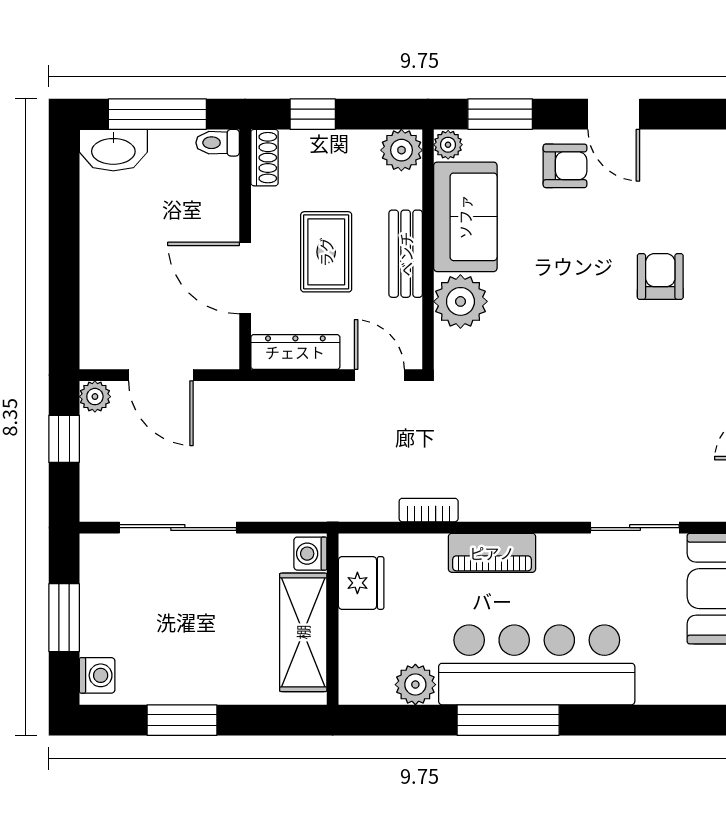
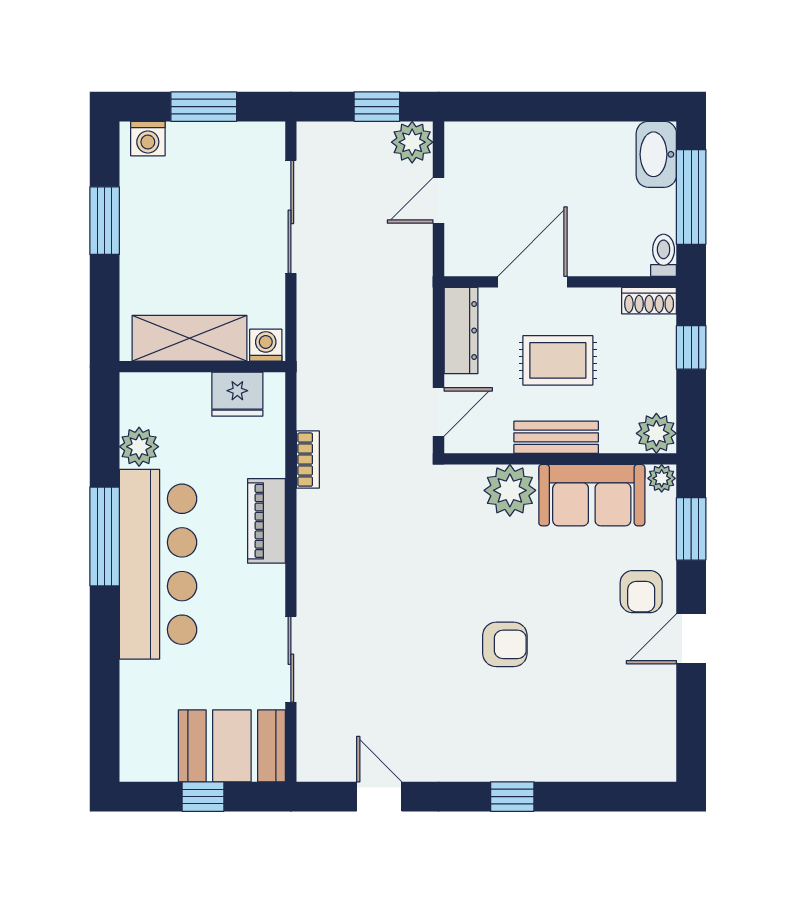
armchair: (660, 277) -> (505, 644), moved
door: (161, 375) -> (439, 200), width x0.73
plant: (95, 397) -> (412, 142), width x1.38, depth x1.38

